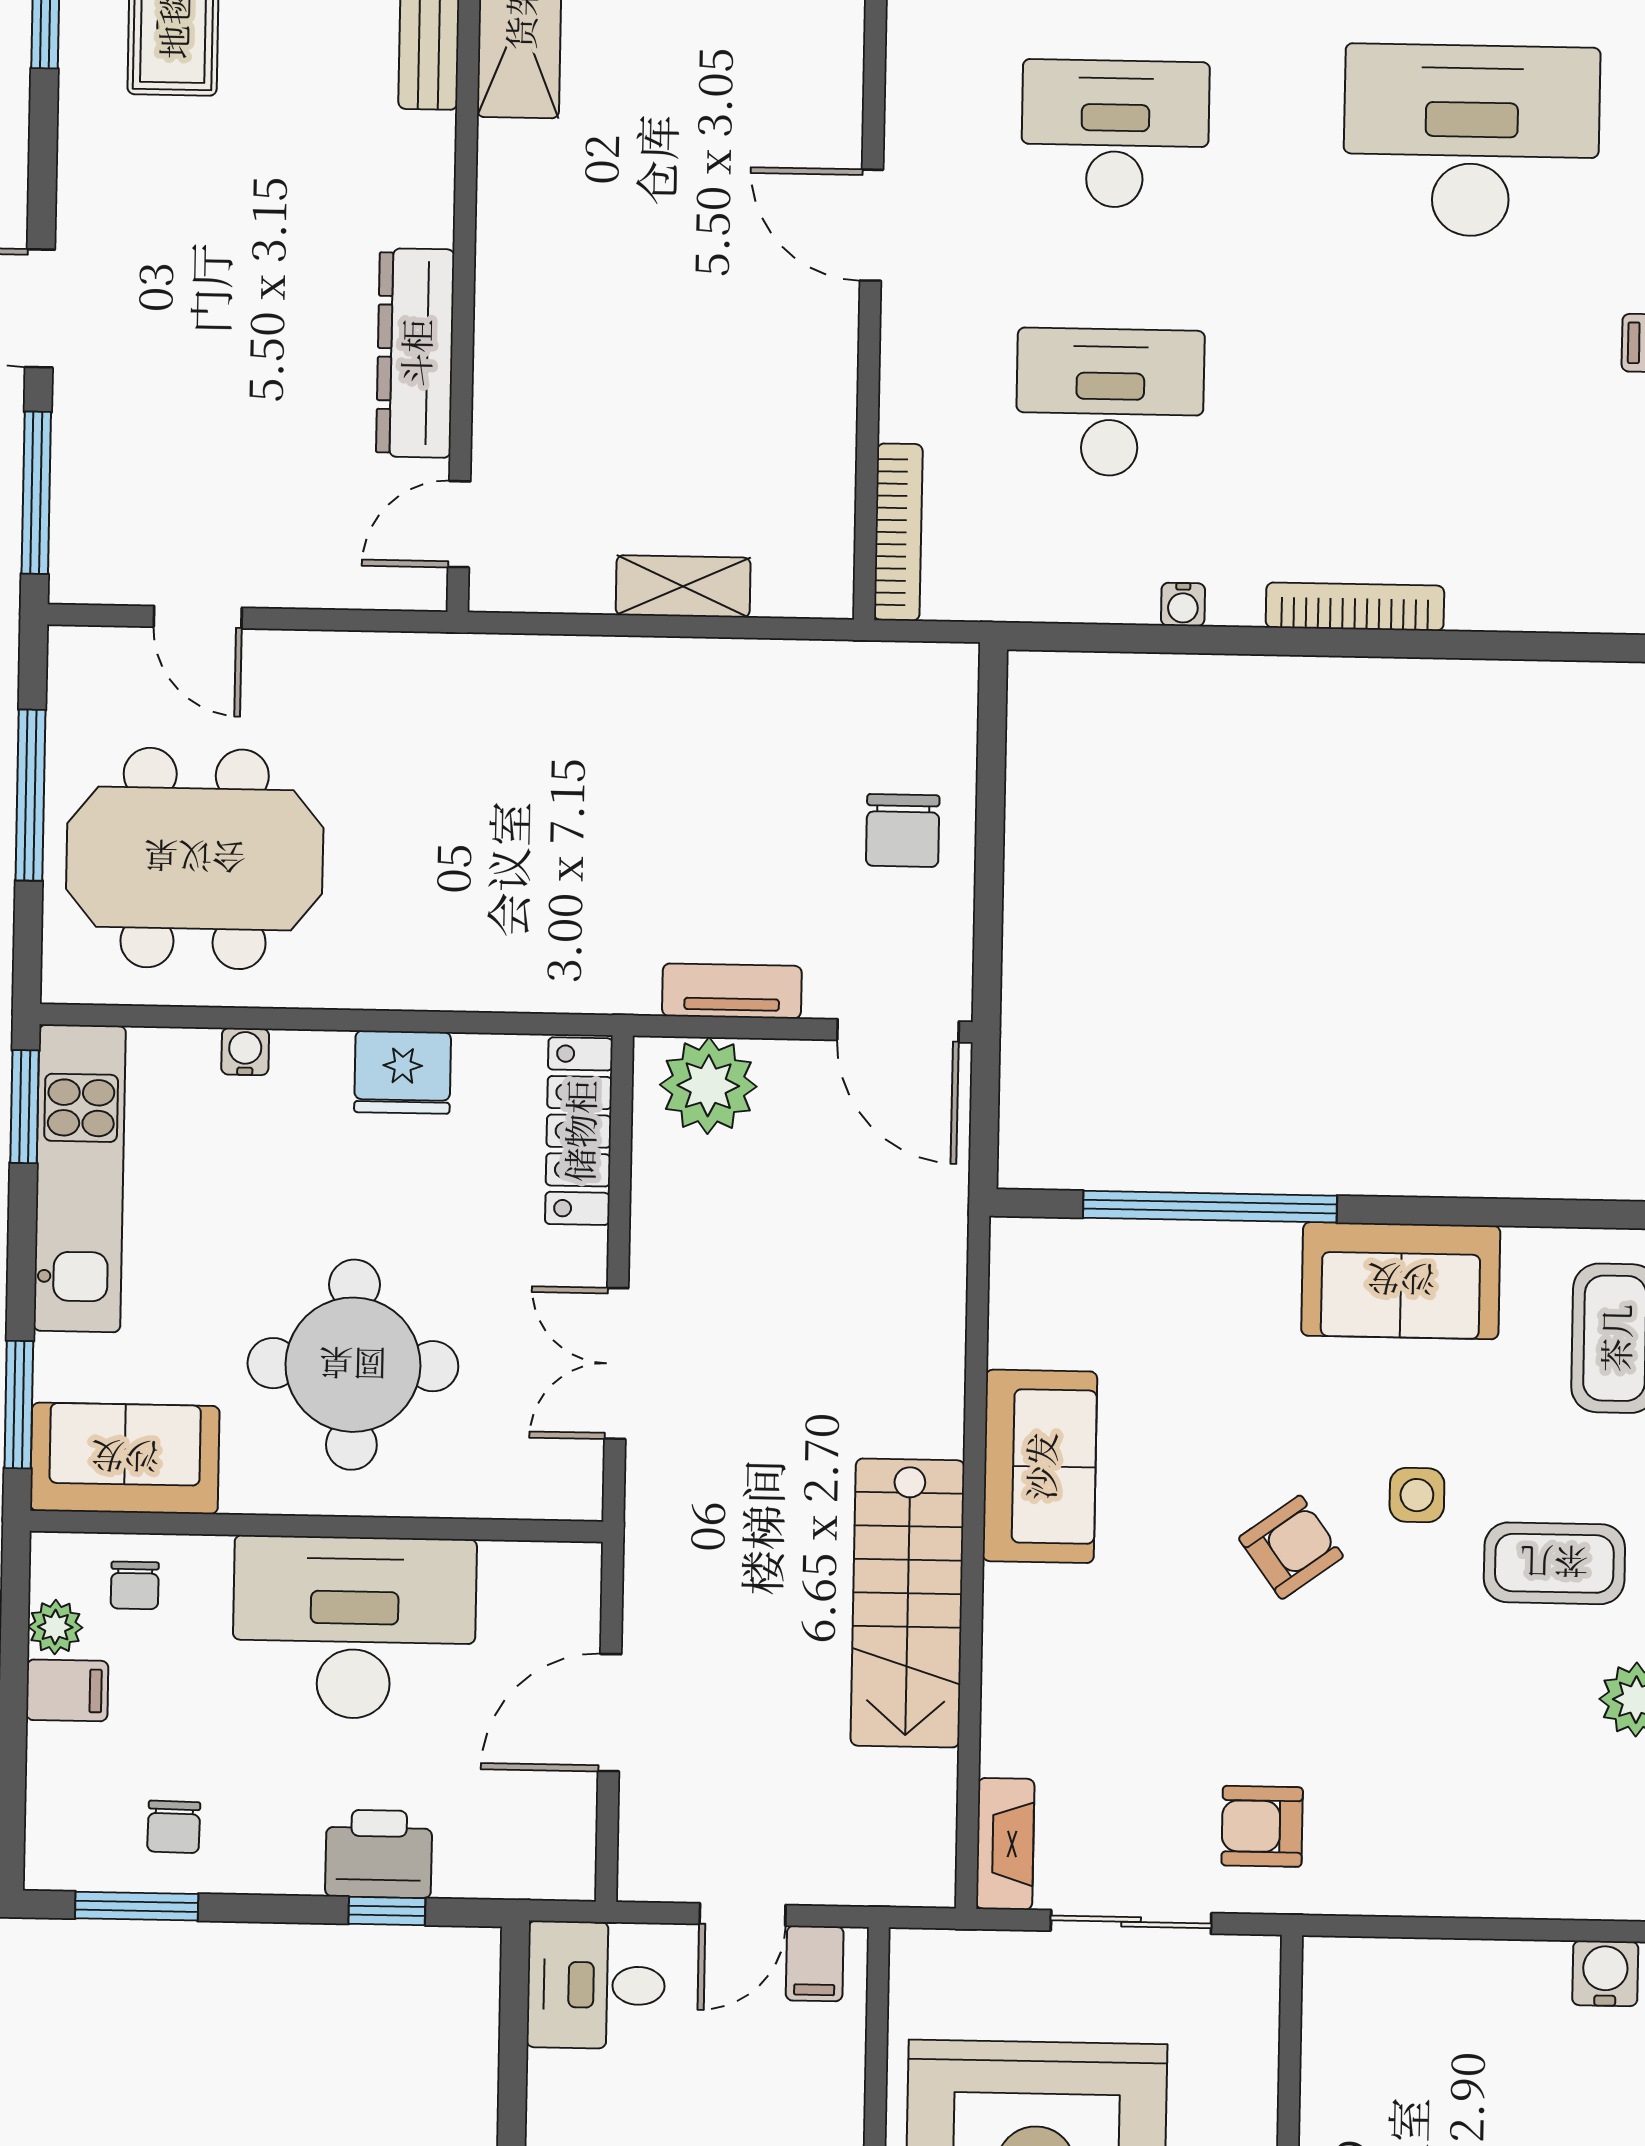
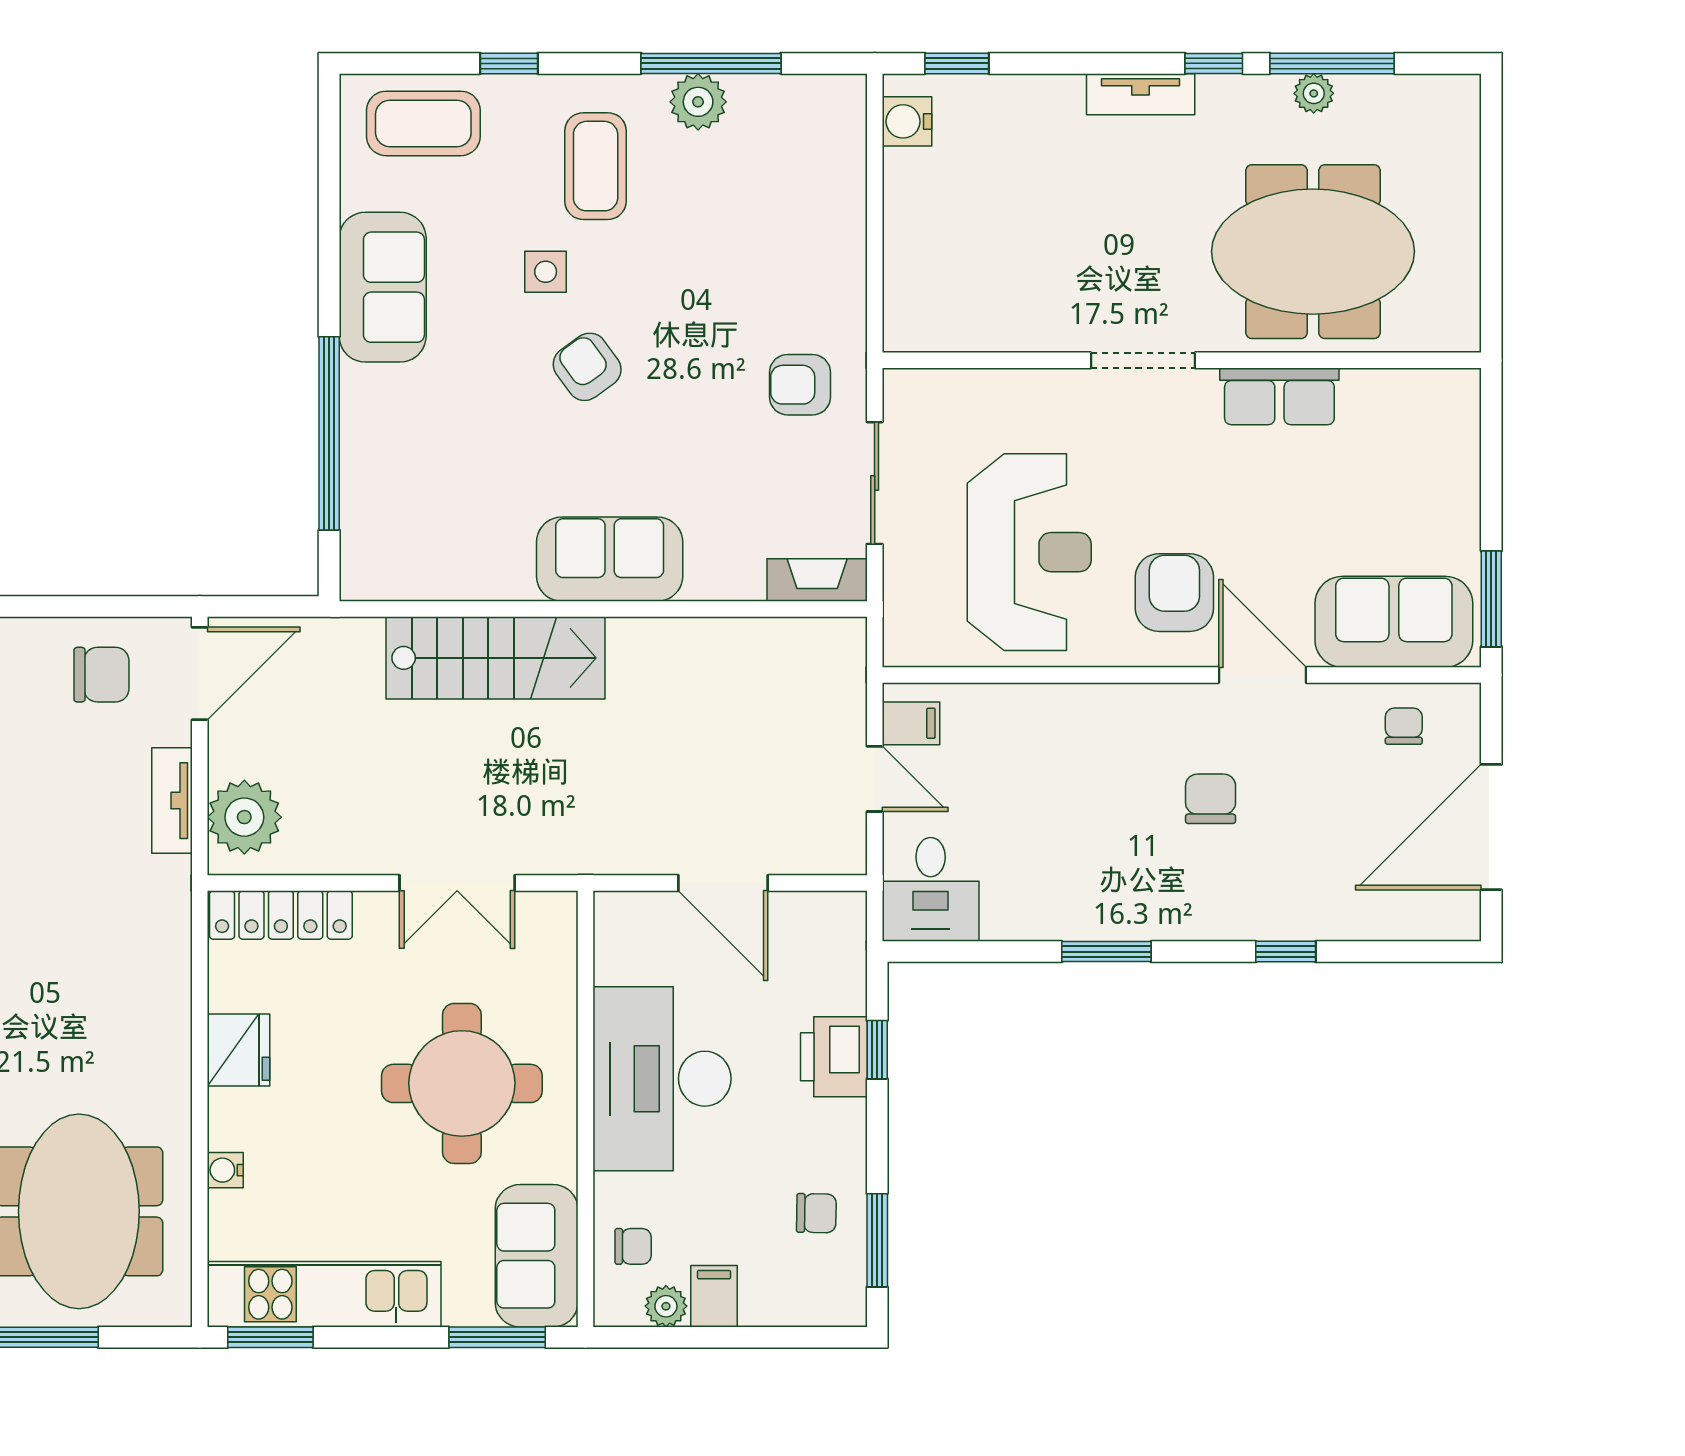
chair: (903, 830) -> (101, 675), moved
sofa: (1040, 1466) -> (610, 559), moved
stairs: (908, 1603) -> (496, 658), moved
armchair: (1262, 1826) -> (800, 385), turned 90

